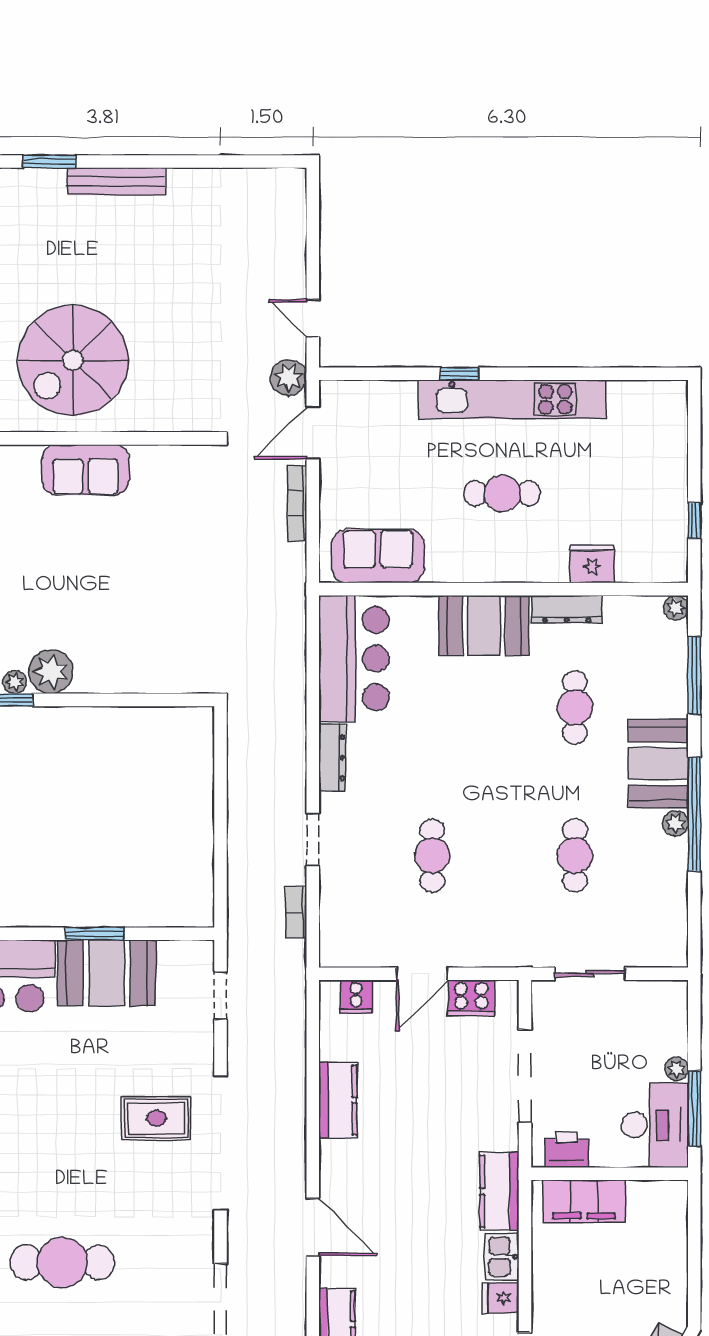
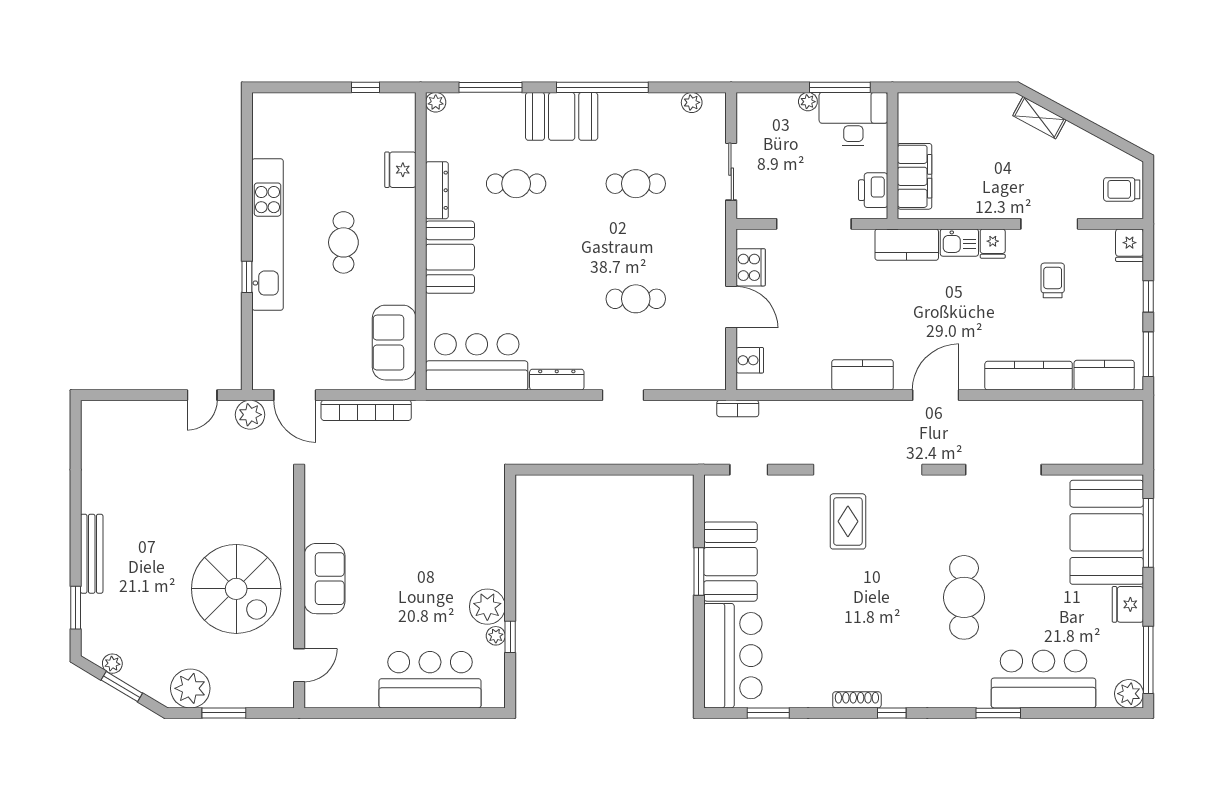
bookcase: (297, 503) -> (366, 410), width x1.48, depth x1.31
plant: (675, 823) -> (692, 102), moved
bookcase: (296, 913) -> (738, 408), moved
kitchen counter: (338, 1100) -> (863, 375), moved

